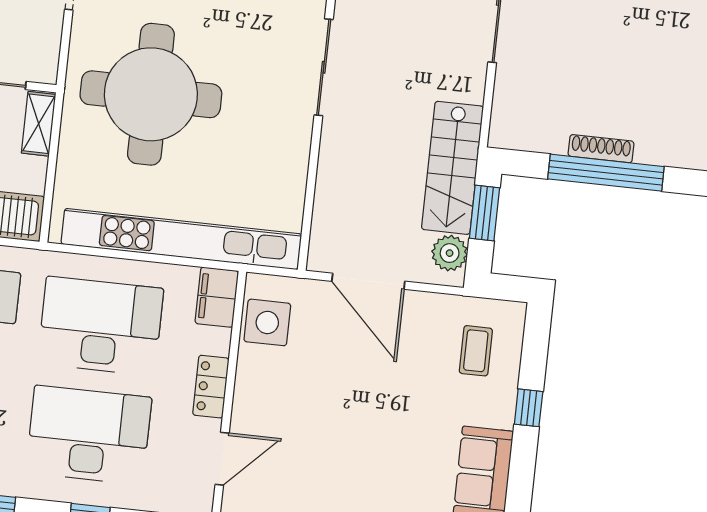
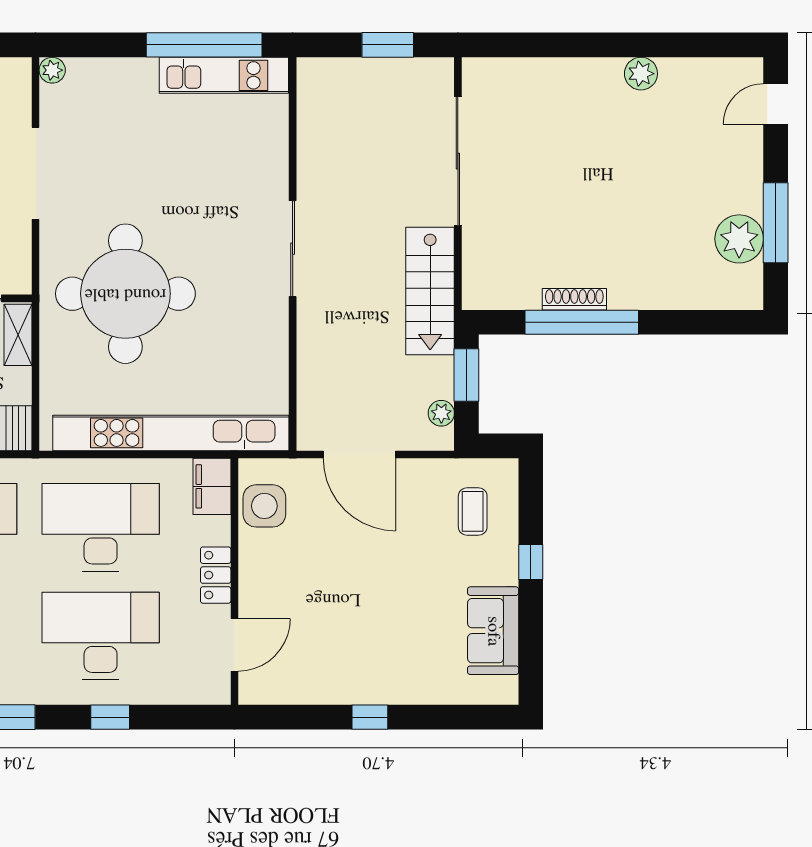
stairs: (452, 168) -> (430, 291), moved
plant: (450, 253) -> (441, 413), width x0.73, depth x0.73

